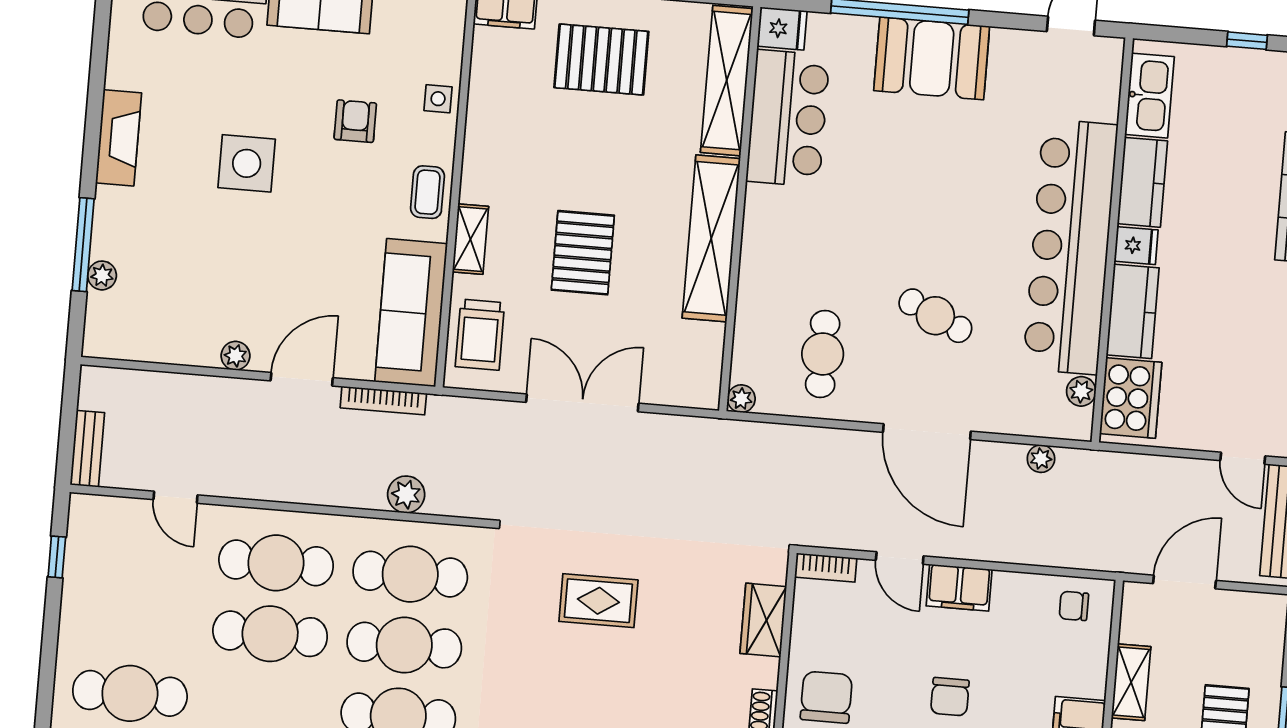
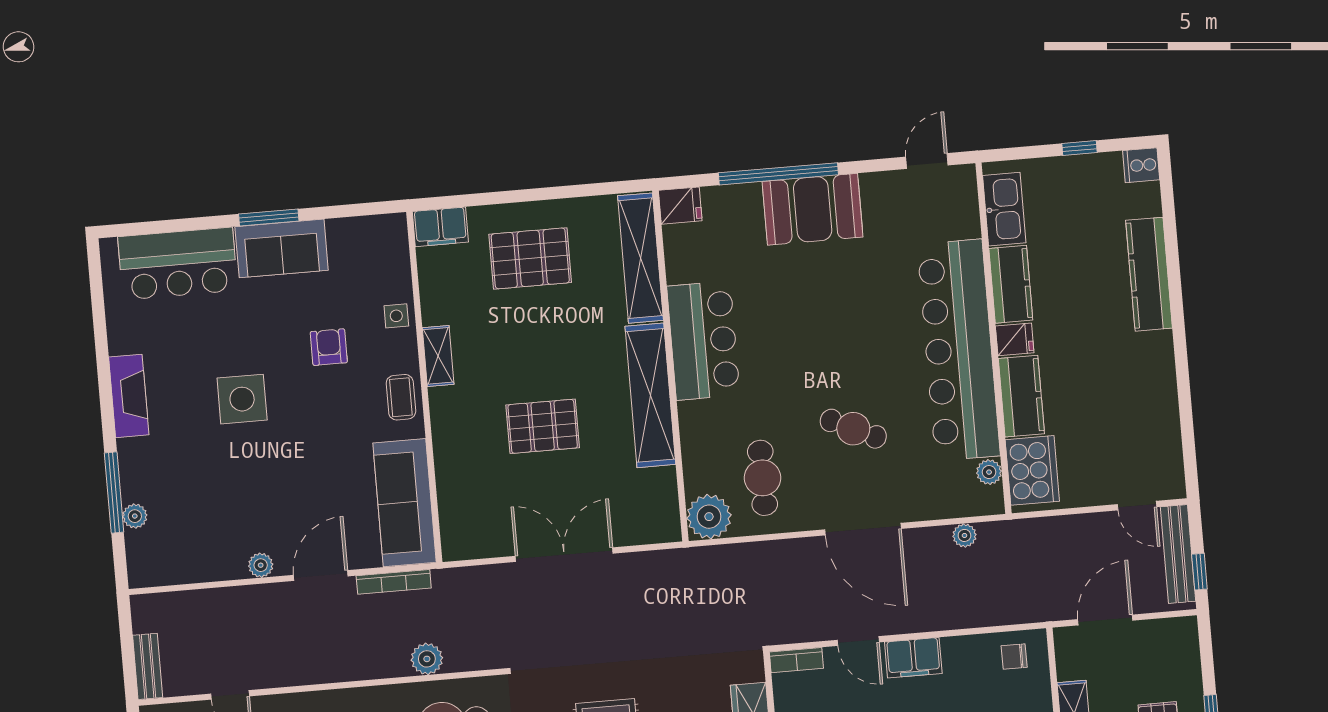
bar counter: (788, 118) -> (703, 341), moved
shelving: (470, 239) -> (438, 356), moved
pallet: (583, 253) -> (543, 426), turned 90
trolley: (480, 335) -> (467, 511), removed
plant: (741, 399) -> (709, 517), width x1.88, depth x1.88

